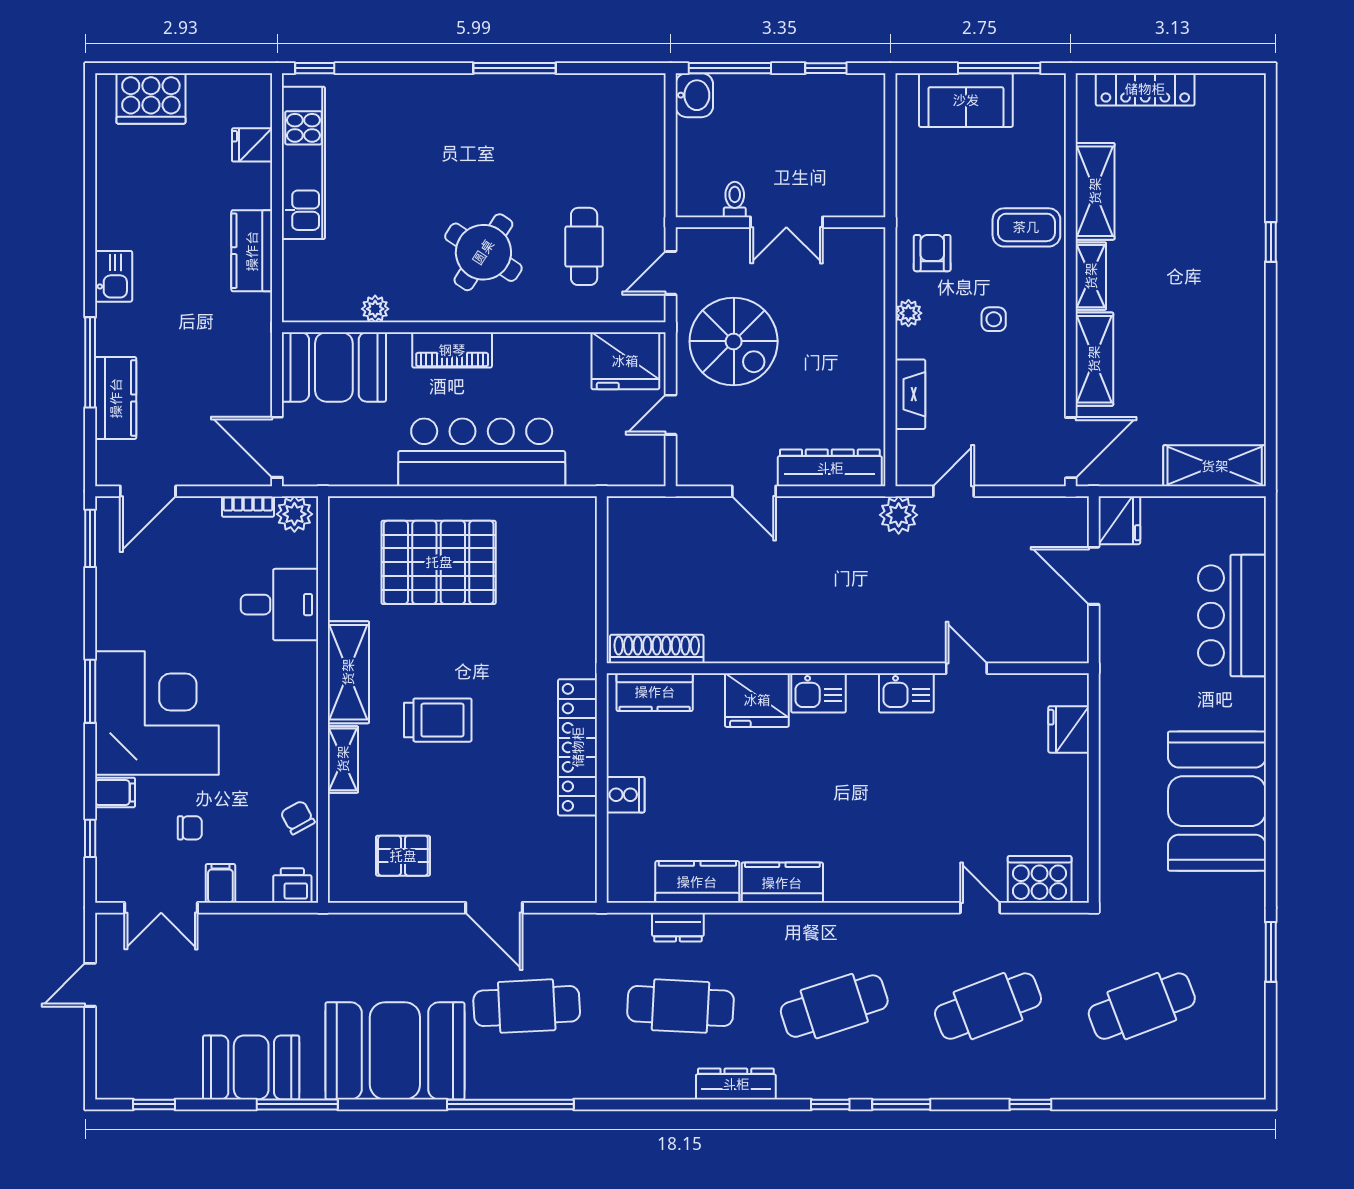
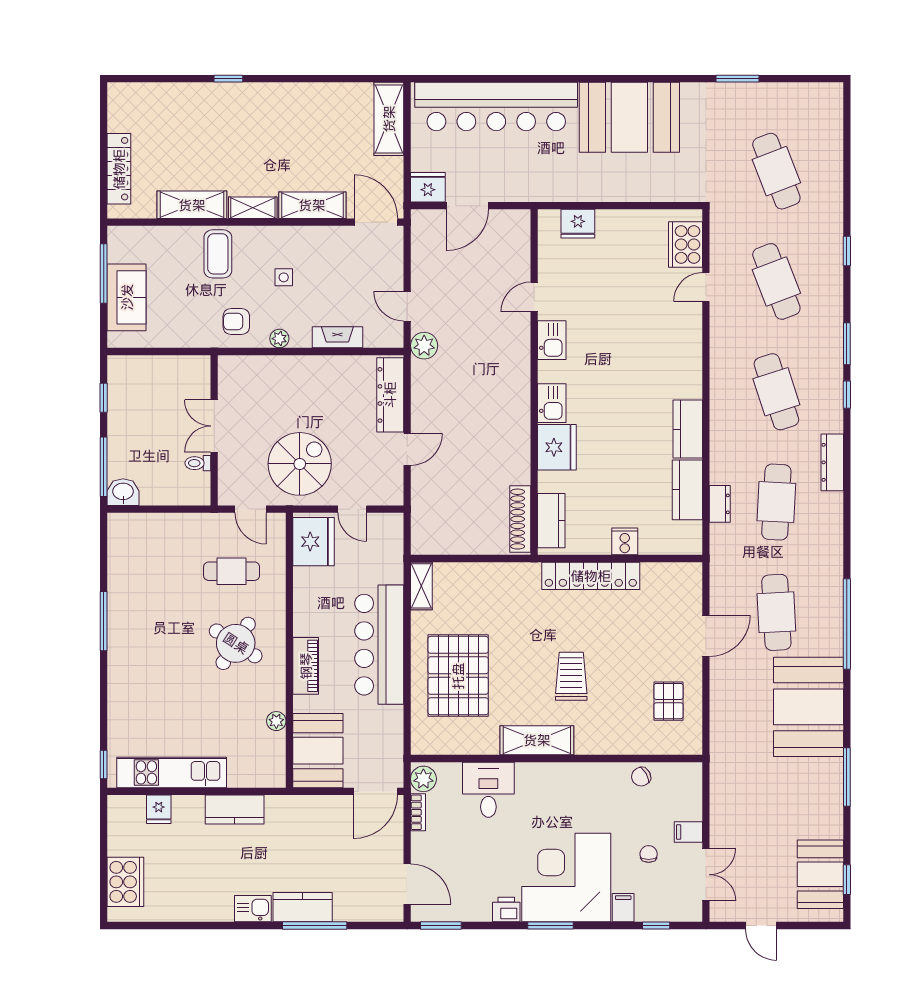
double door: (786, 222) -> (214, 426), swing flipped
kitchen counter: (116, 398) -> (303, 907), moved
bar counter: (1232, 615) -> (496, 106), width x1.86
shelving: (343, 759) -> (421, 586), moved, turned 90
printer: (292, 885) -> (506, 910), moved, turned 90
booth: (251, 1067) -> (820, 874), moved

